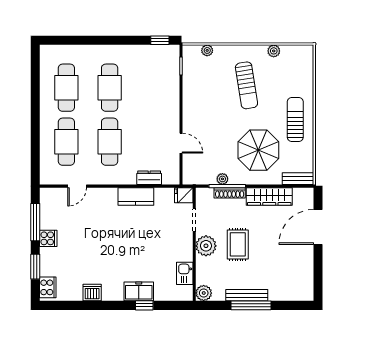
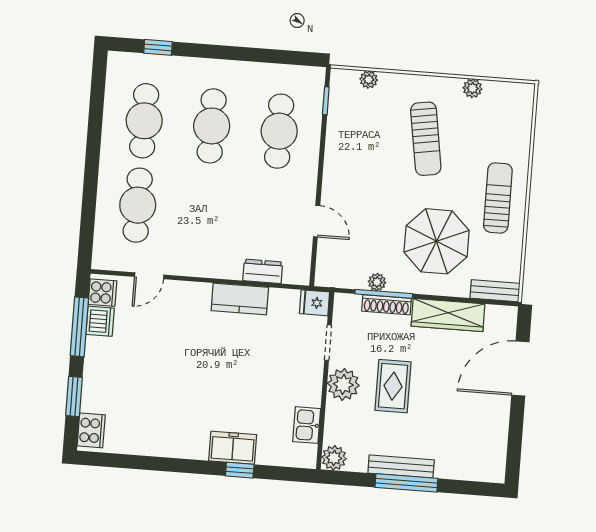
window: (160, 40) -> (158, 47), moved
cafe table: (110, 142) -> (279, 131), moved
cooker: (48, 238) -> (102, 293), moved
dishwasher: (92, 293) -> (100, 321), moved, turned 90

